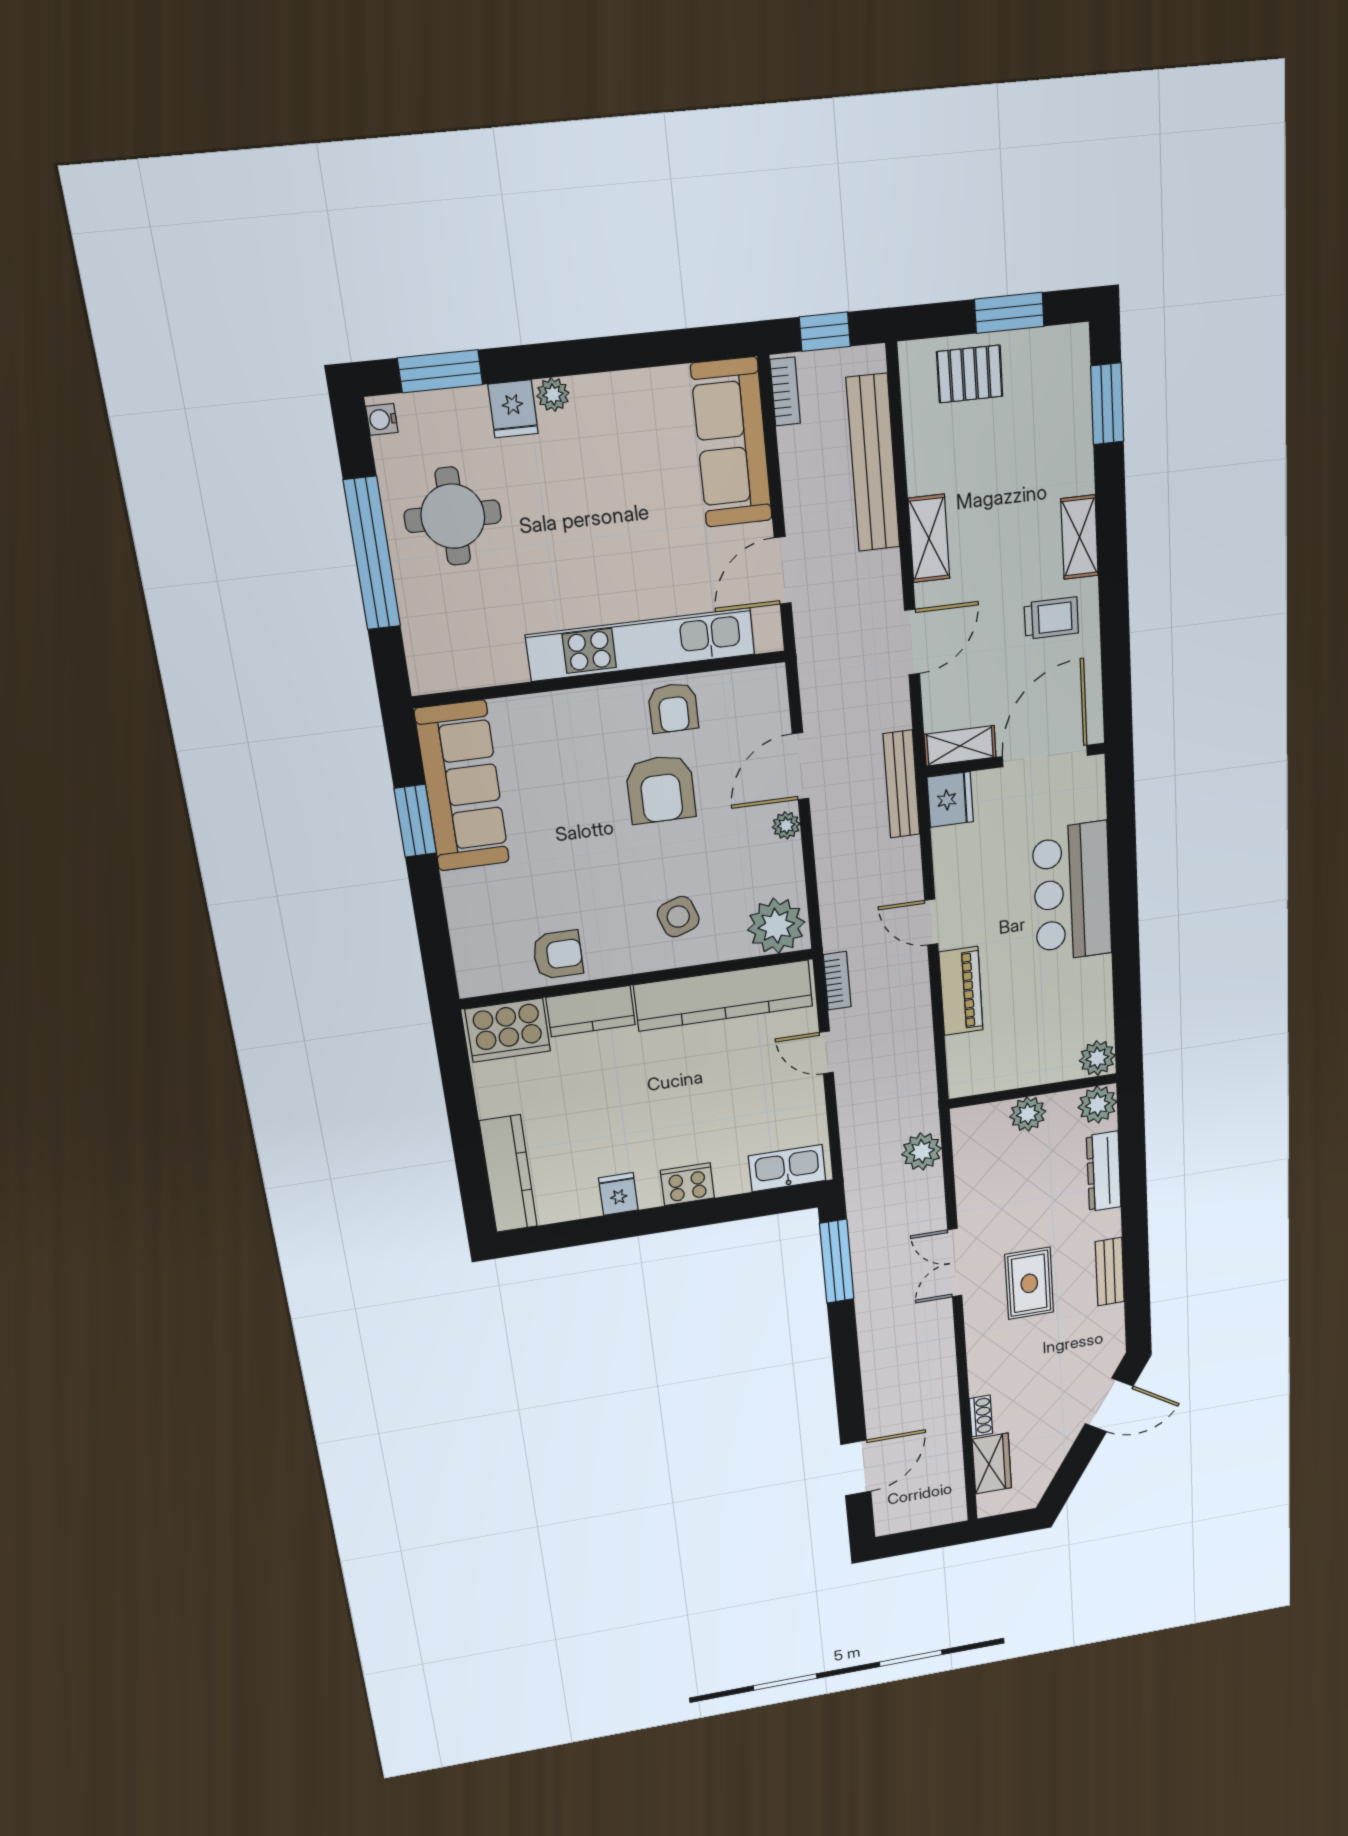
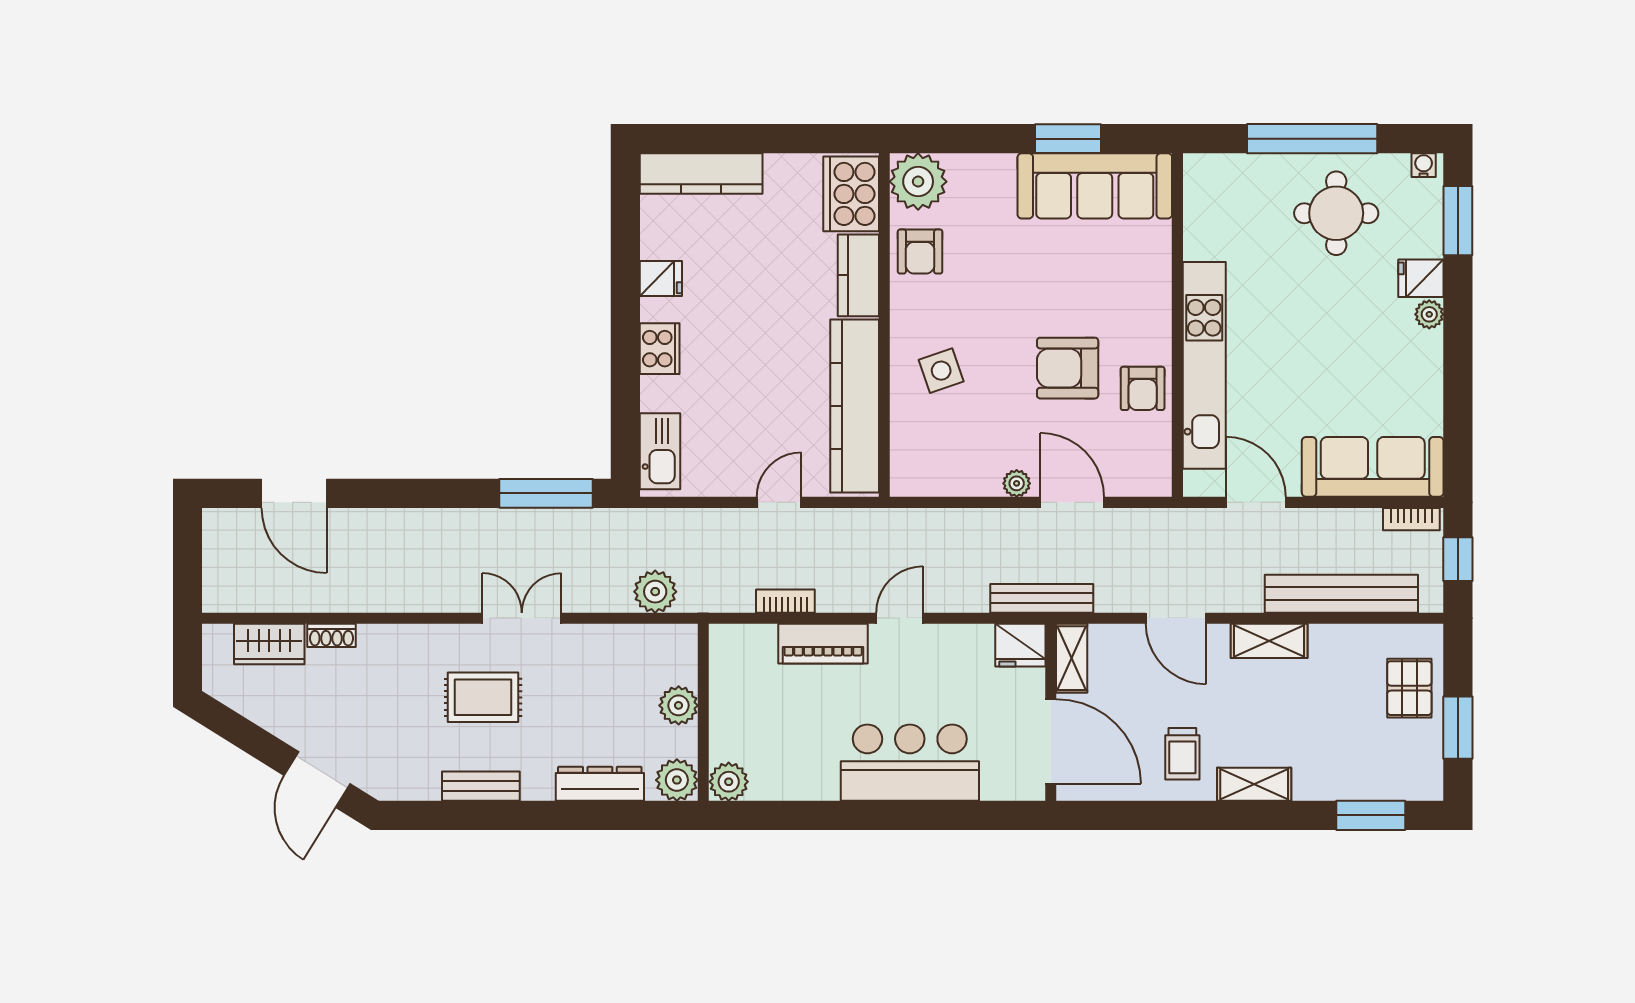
armchair: (673, 708) -> (1143, 388), turned -90
plant: (776, 926) -> (918, 182), moved
bookcase: (837, 981) -> (785, 601), moved, turned 180

